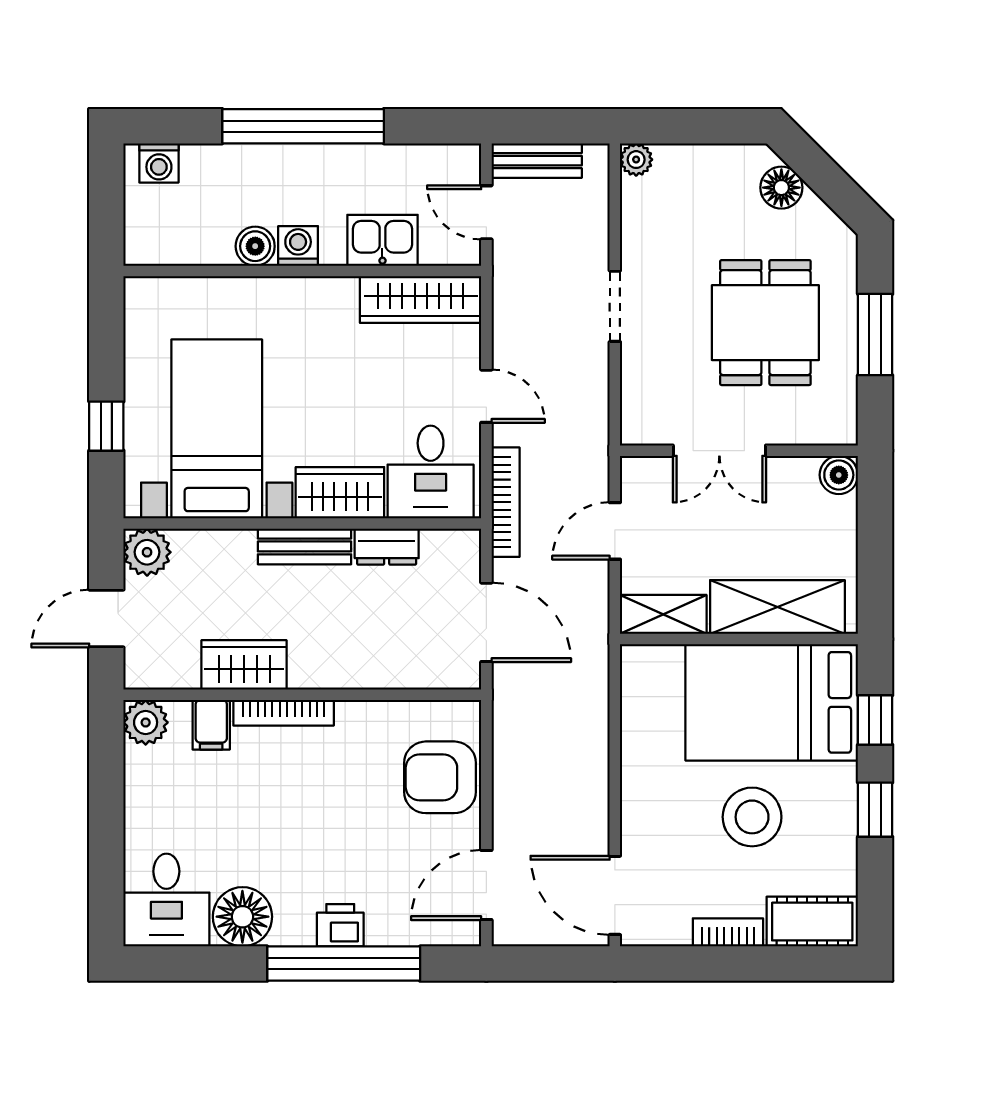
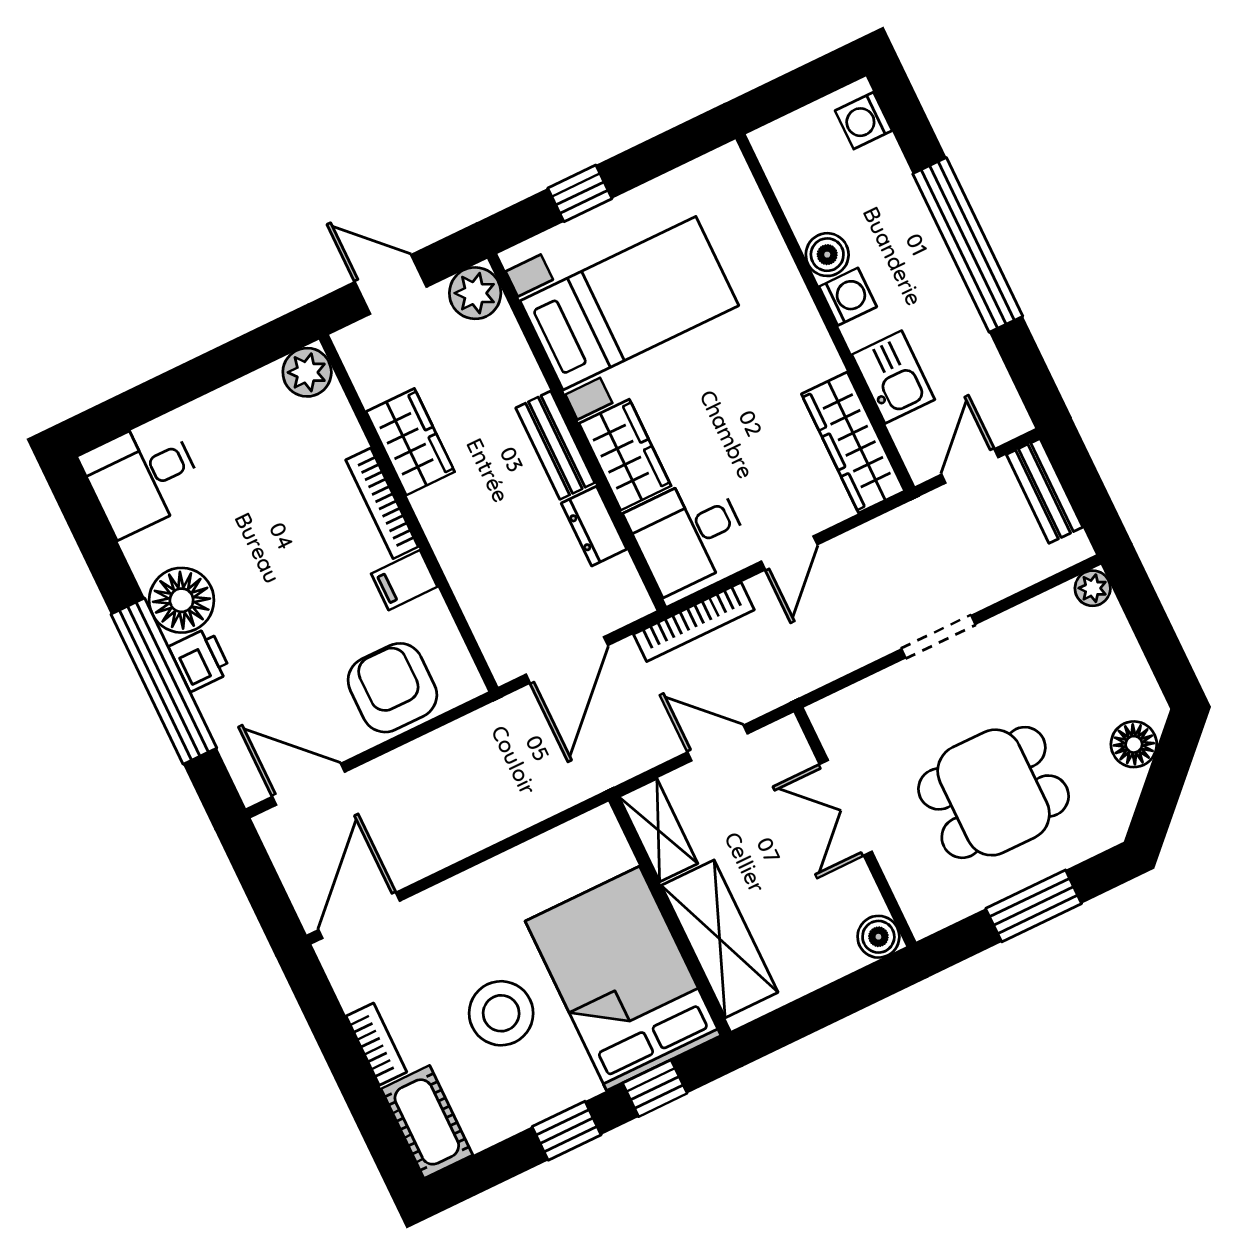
filing cabinet: (211, 725) -> (404, 580), moved
floor lamp: (242, 917) -> (182, 600), moved

